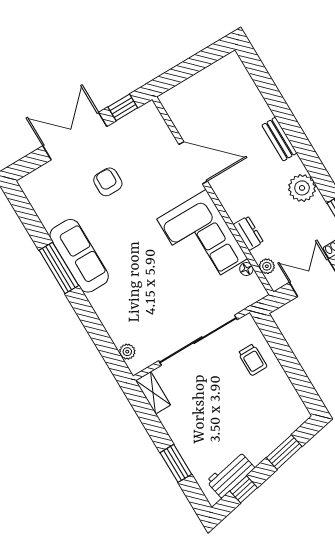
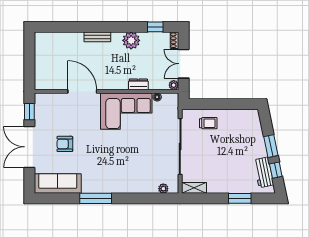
door: (193, 163) -> (82, 91), hinge flipped
sofa: (79, 256) -> (58, 184), moved
plant: (267, 266) -> (174, 85), moved
window: (284, 452) -> (271, 146), moved

